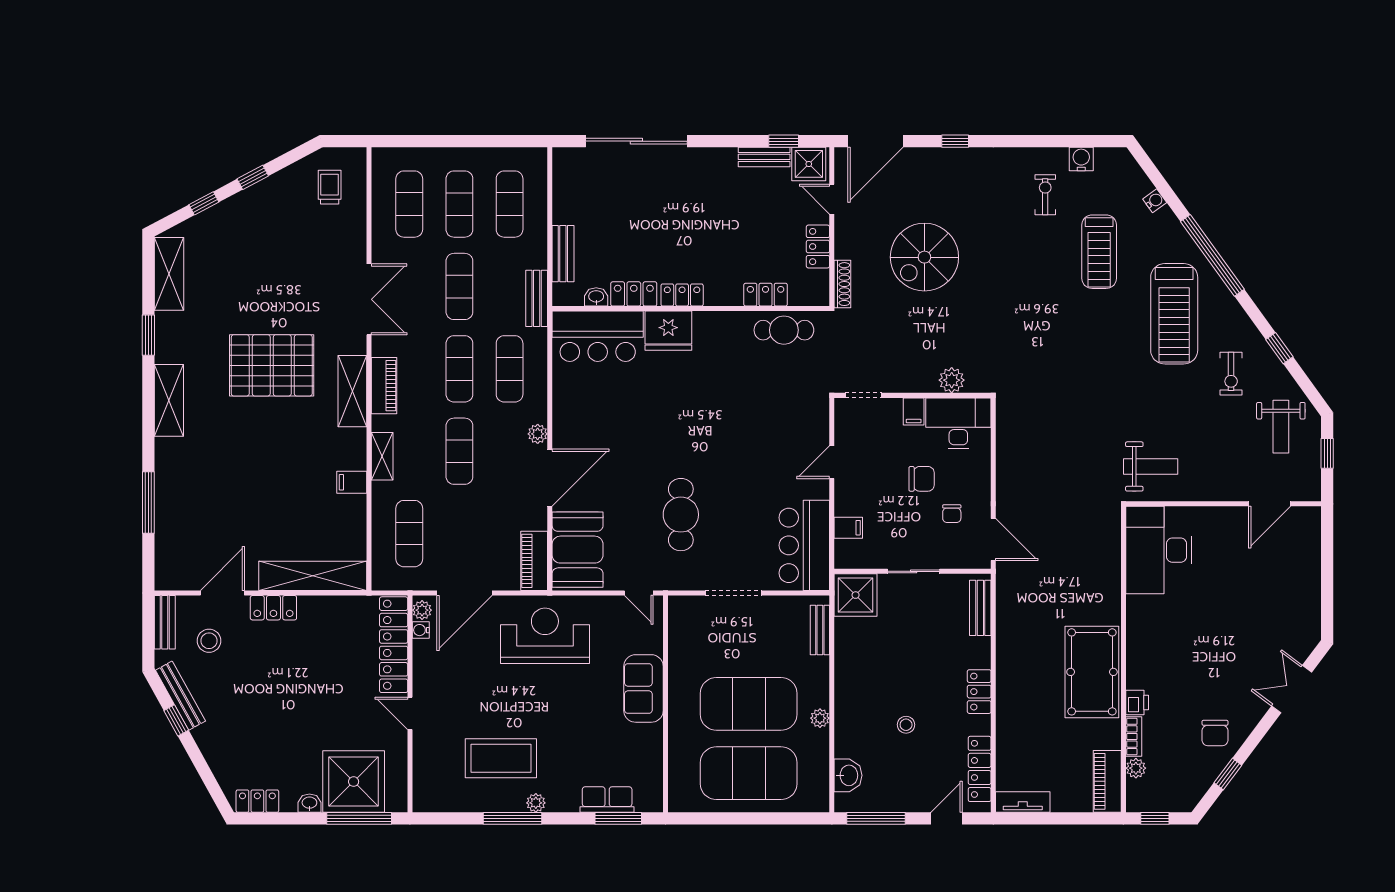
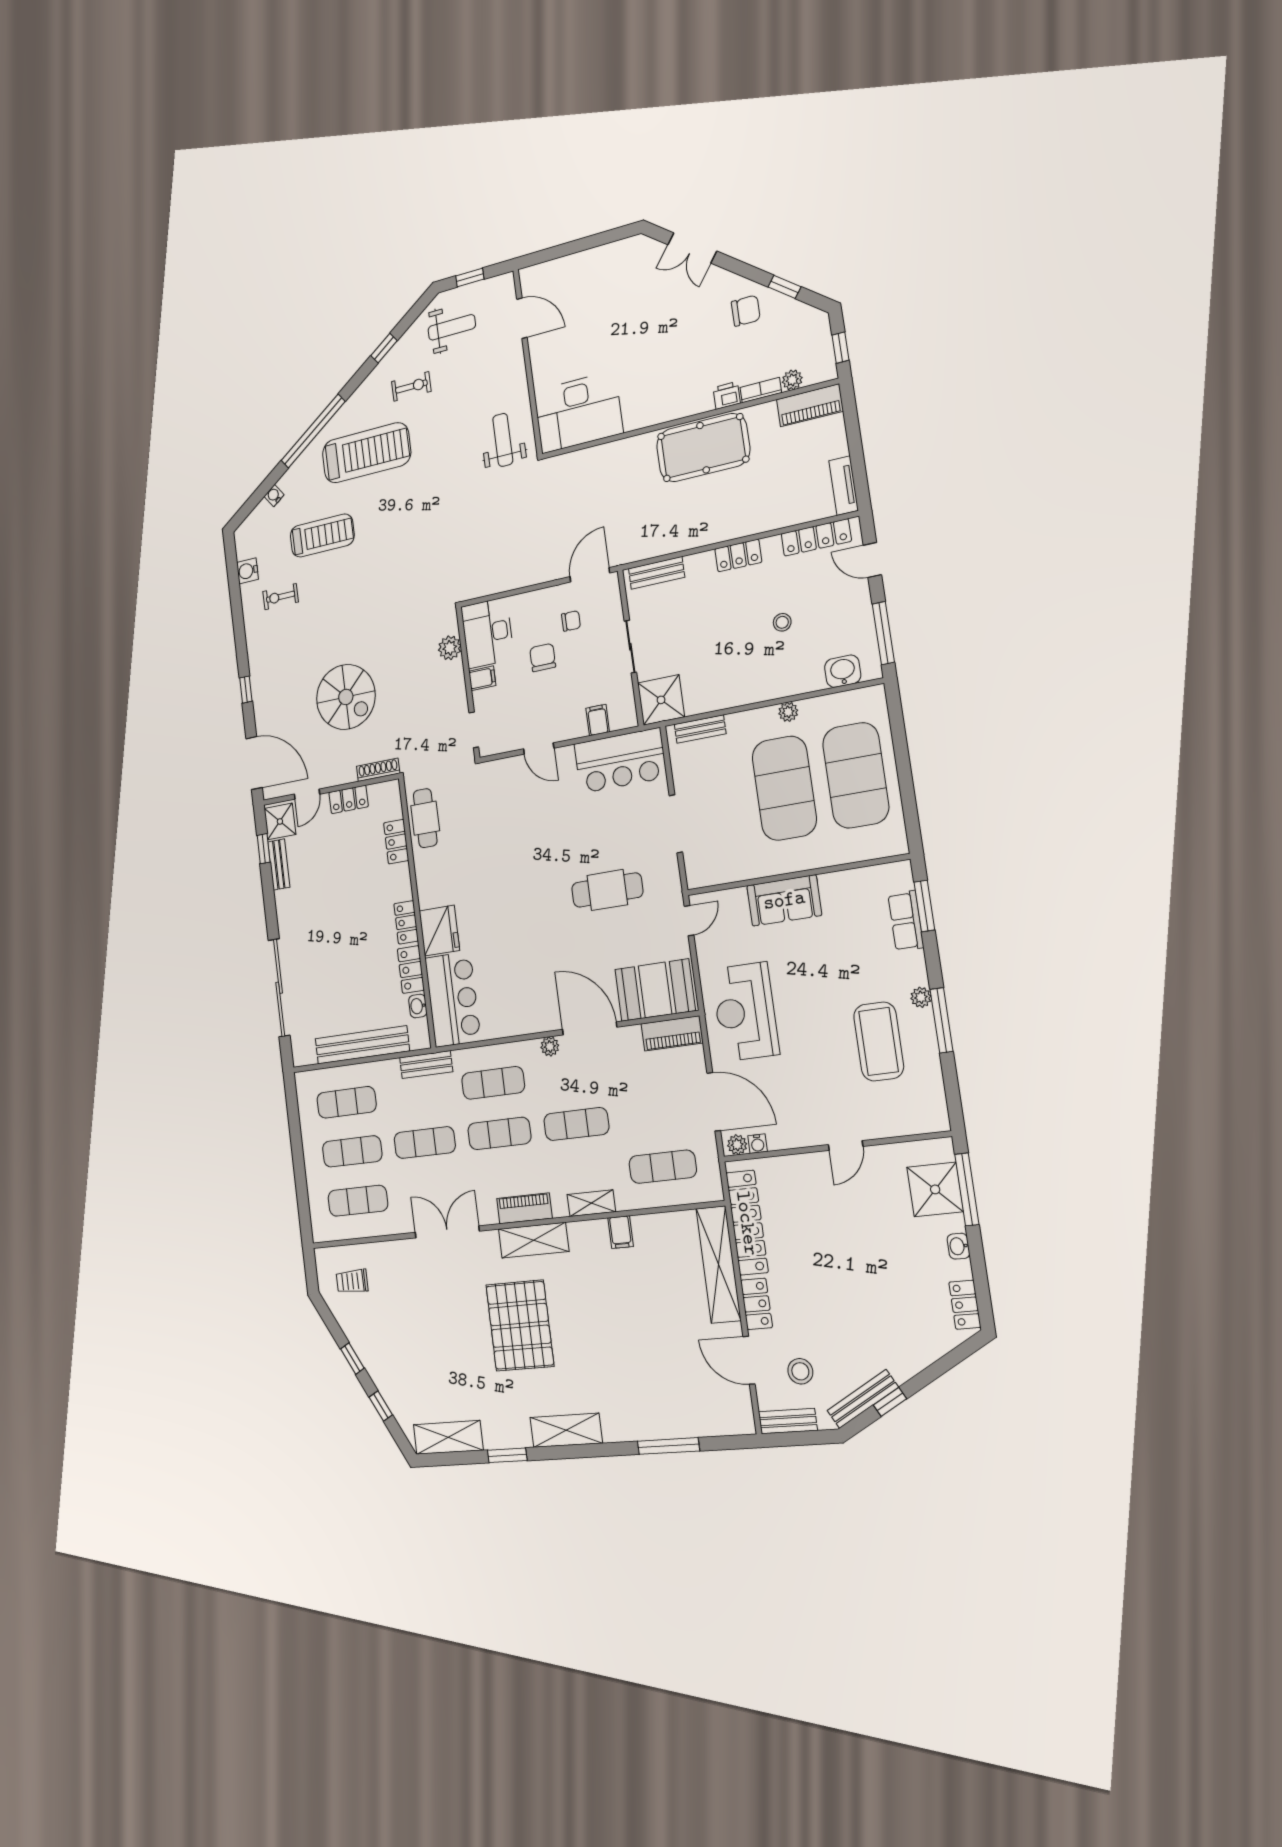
bench: (563, 254) -> (362, 1045), width x1.86, depth x1.21
locker: (394, 645) -> (747, 1223), moved, turned -90
shower: (354, 782) -> (935, 1189), width x0.73, depth x0.73

